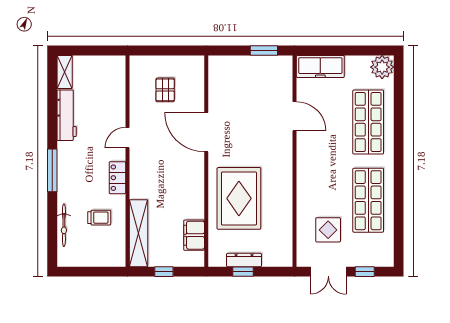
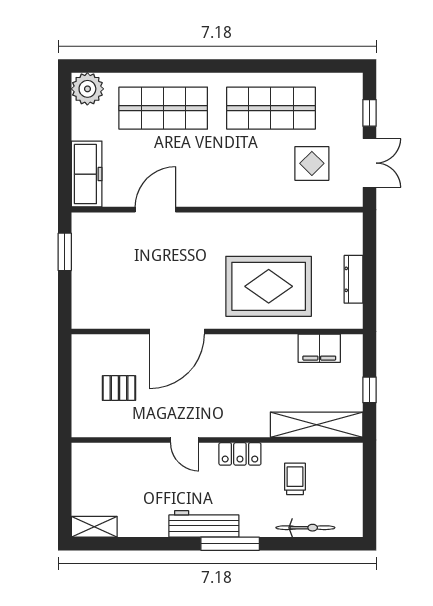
workbench: (67, 115) -> (204, 524), moved
window: (243, 272) -> (369, 281), removed

